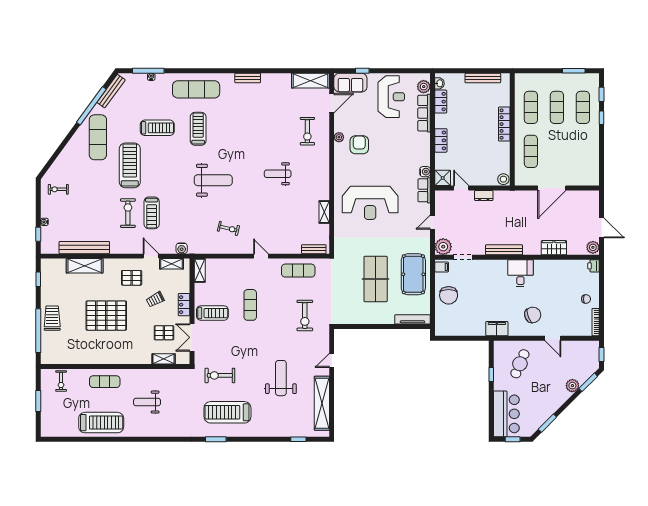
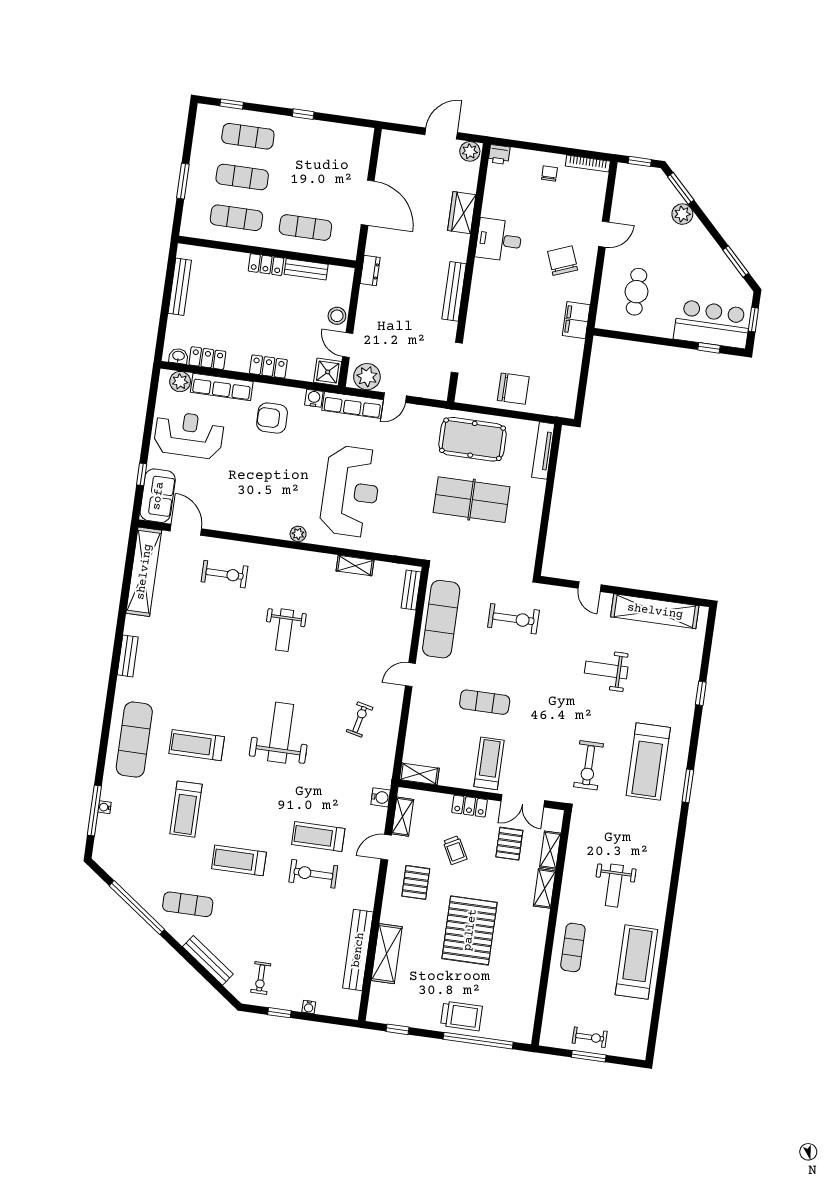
window: (574, 71) -> (183, 181), moved
shelving: (310, 81) -> (144, 572), width x1.47
bench: (111, 91) -> (208, 960), moved
window: (602, 118) -> (303, 114), moved
locker: (504, 124) -> (266, 265), width x0.66
treadmill: (157, 128) -> (186, 809), turned 180
exercise mat: (98, 137) -> (188, 904), width x0.73, depth x0.69
plant: (339, 137) -> (298, 534), moved
armchair: (359, 145) -> (272, 418), moved
bench: (505, 155) -> (306, 269), added
treadmill: (130, 165) -> (239, 860), width x0.73, depth x0.73
stool: (503, 179) -> (337, 316), moved
door: (461, 188) -> (348, 345), hinge flipped
row of seats: (424, 190) -> (353, 405), width x1.48
dresser: (484, 196) -> (370, 271), moved
treadmill: (152, 213) -> (318, 837), turned 180
door: (433, 222) -> (395, 398), hinge flipped
window: (38, 234) -> (279, 1013), moved
plant: (443, 247) -> (367, 377), moved
filing cabinet: (442, 267) -> (467, 393), removed
exercise mat: (298, 271) -> (441, 619), width x1.36, depth x1.45
desk: (520, 273) -> (499, 240), moved
trolley: (52, 318) -> (461, 1016), turned 180
shelving: (139, 359) -> (545, 888), added
cafe table: (520, 364) -> (636, 292), turned 67
window: (491, 374) -> (709, 348), moved
weight bench: (281, 378) -> (606, 670), width x0.73, depth x0.75
exercise bike: (61, 381) -> (590, 1037), moved
window: (298, 439) -> (701, 693), moved

